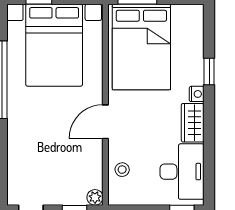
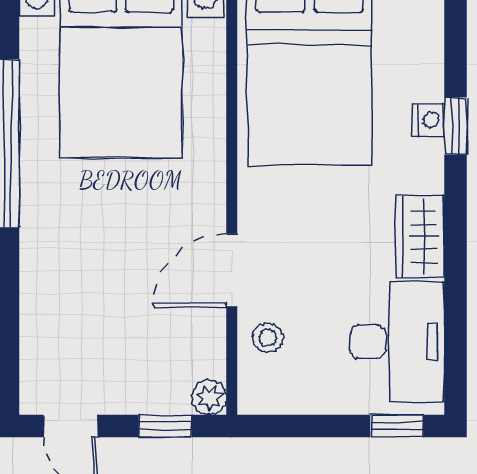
nightstand: (197, 94) -> (429, 120), moved
door: (105, 122) -> (232, 270), moved

